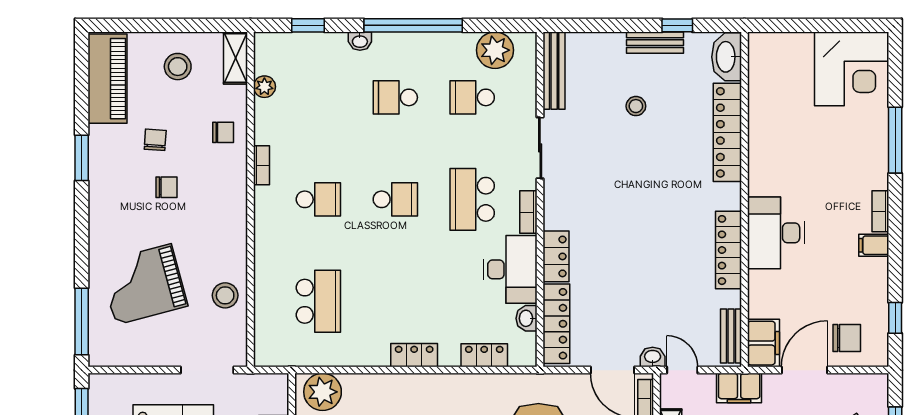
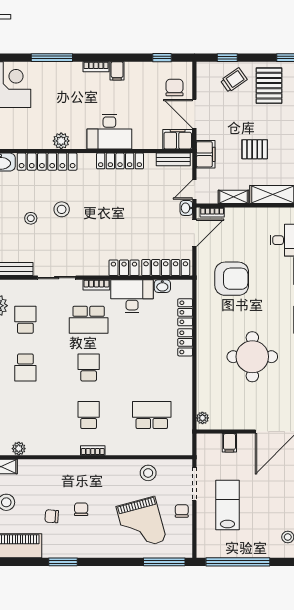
school desk: (472, 97) -> (25, 320), turned 180
chair: (223, 132) -> (182, 511), moved
plant: (761, 155) -> (61, 141), added
stool: (650, 156) -> (62, 209), added
bookcase: (261, 165) -> (93, 450), moved
locker: (414, 355) -> (185, 342), moved
plant: (323, 392) -> (202, 418), width x0.53, depth x0.53

